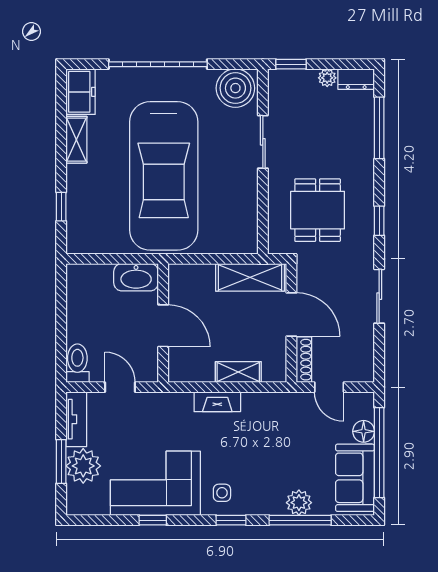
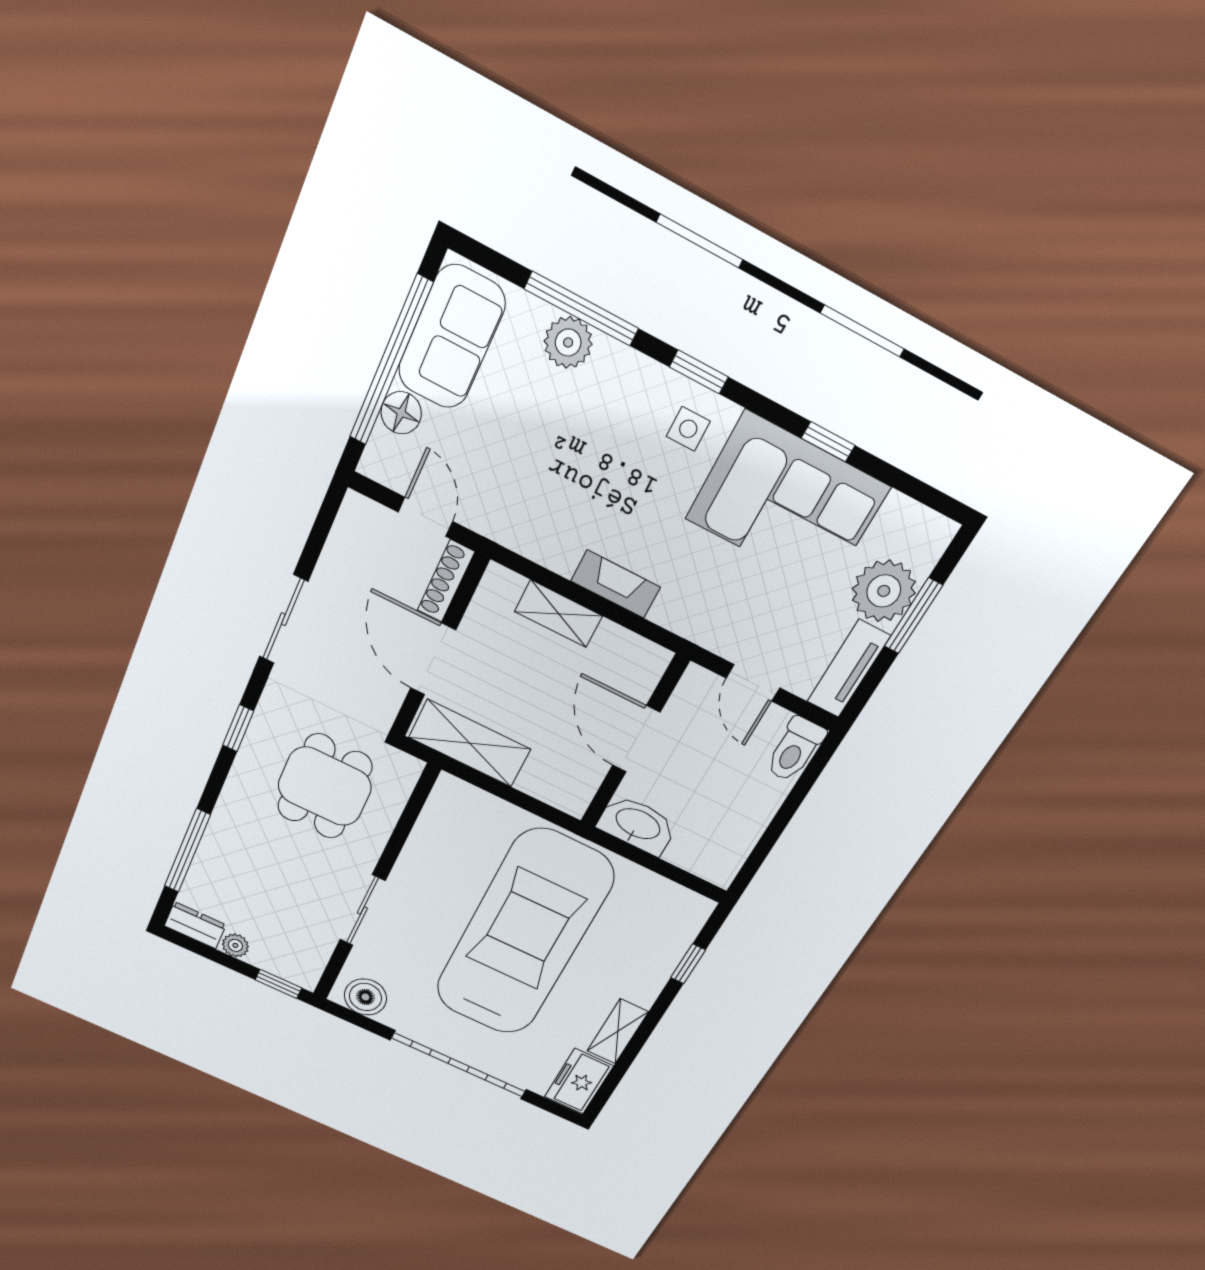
boiler: (235, 88) -> (365, 997), width x0.73, depth x0.73

